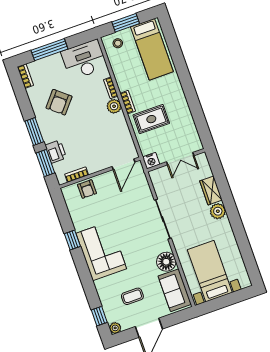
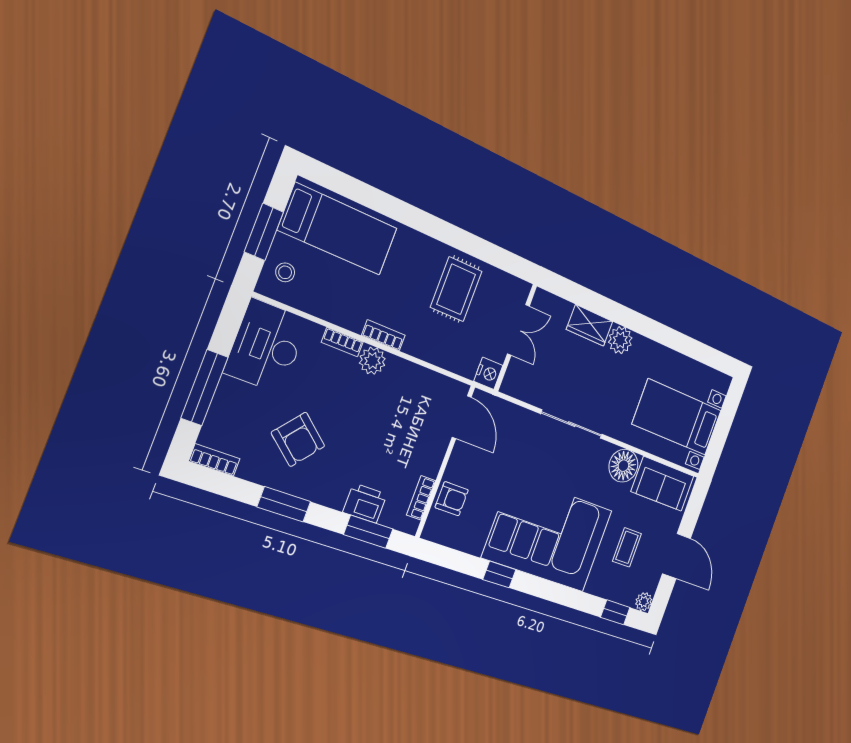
rug: (151, 119) -> (456, 289), moved
window: (34, 132) -> (284, 504), moved
corner sofa: (101, 251) -> (548, 534), width x1.36, depth x1.36

